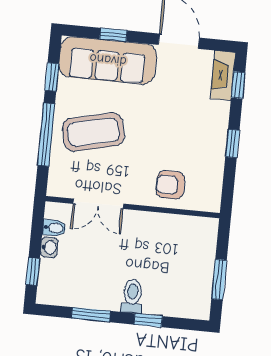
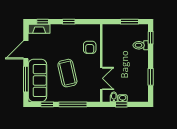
window: (113, 35) -> (26, 79), width x2.17
coffee table: (93, 132) -> (67, 73), moved
window: (33, 272) -> (121, 104), moved
toilet: (132, 296) -> (141, 45), moved
window: (148, 320) -> (151, 38), moved

